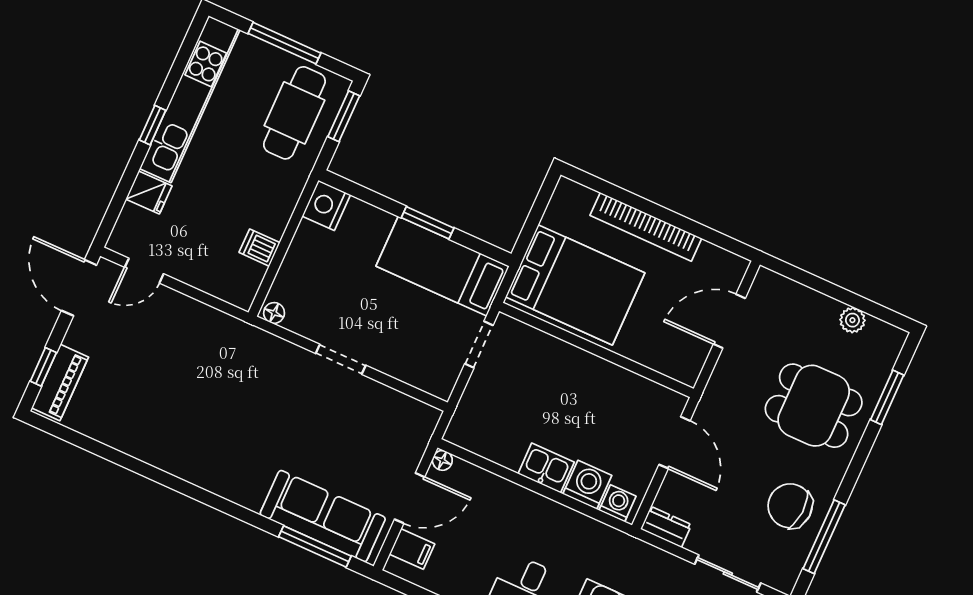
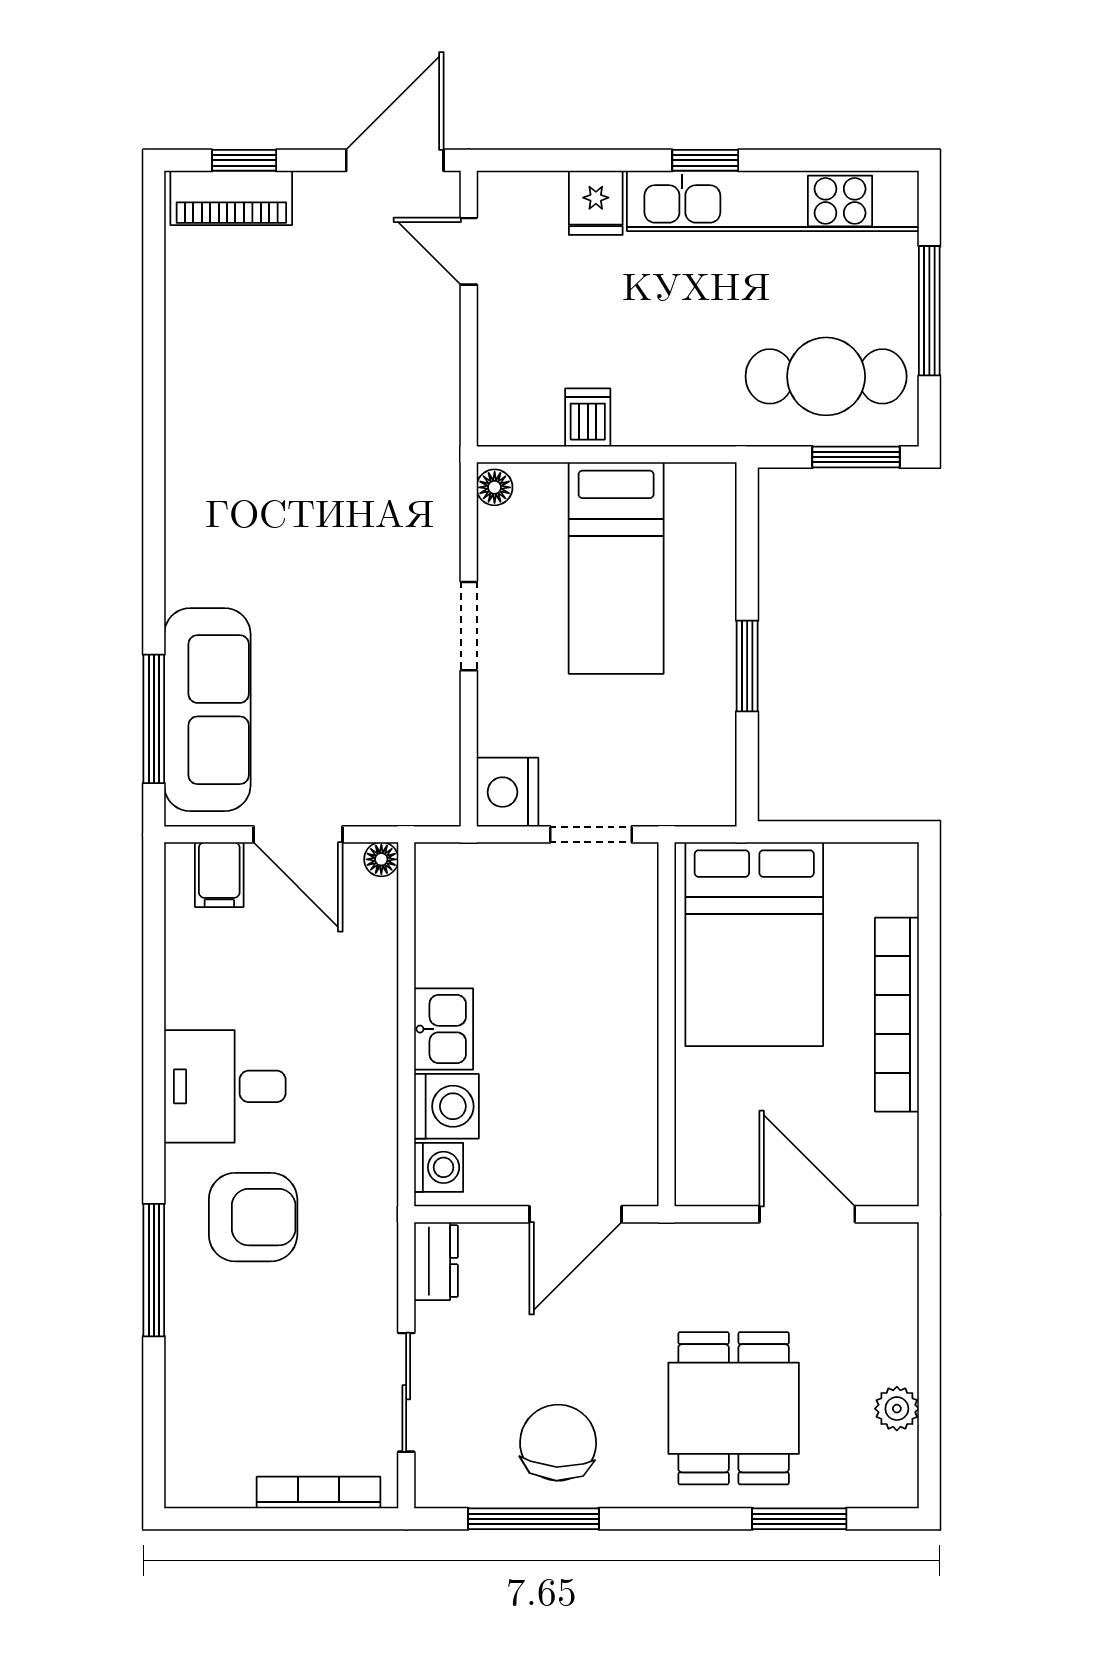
nightstand: (326, 205) -> (507, 792), moved, turned -90
bed: (443, 266) -> (616, 568), moved, turned 180

